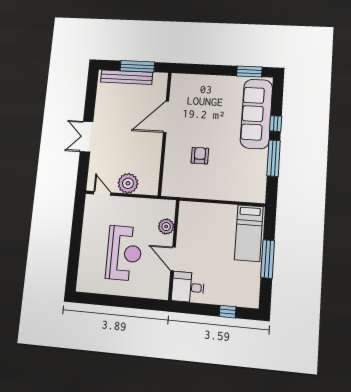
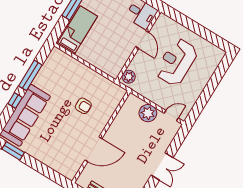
armchair: (200, 156) -> (83, 106), turned -90
door: (102, 193) -> (171, 116), swing flipped
plant: (166, 227) -> (129, 77), moved

